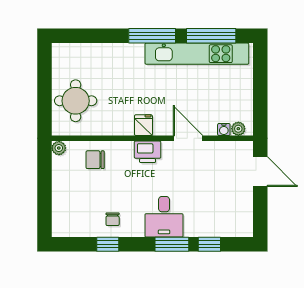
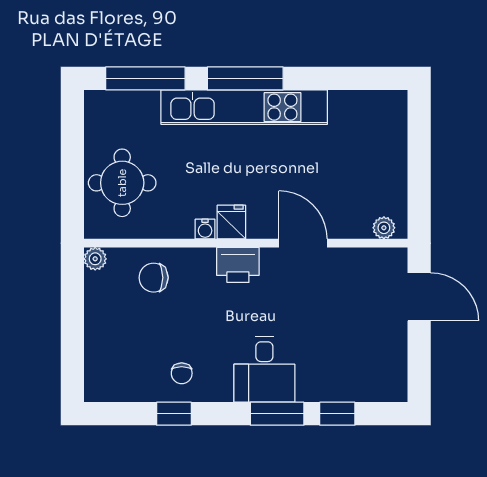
window: (211, 36) -> (145, 78), moved
kitchen unit: (197, 54) -> (244, 107), moved
water cooler: (224, 130) -> (205, 229), moved

